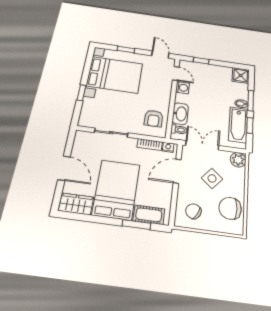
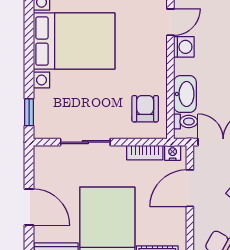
door: (176, 73) -> (170, 22), hinge flipped
window: (81, 93) -> (29, 112), moved
armchair: (154, 118) -> (145, 109), turned 180

